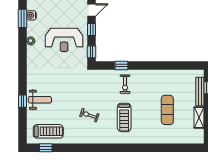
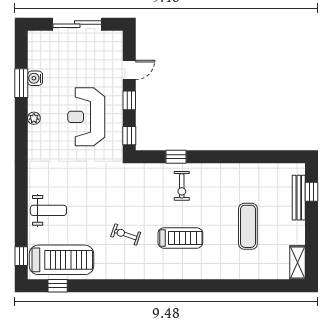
reception desk: (64, 40) -> (86, 117), turned 90
window: (22, 101) -> (21, 256), moved
treadmill: (124, 117) -> (180, 238), turned -90
shelving: (199, 117) -> (298, 262), moved
treadmill: (48, 131) -> (61, 260), width x1.37, depth x1.38

